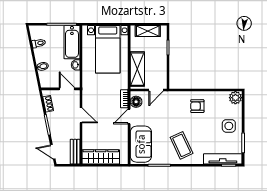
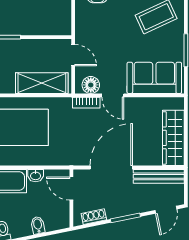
door: (67, 89) -> (71, 189), hinge flipped
door: (81, 115) -> (111, 168), width x1.88
bench: (75, 152) -> (159, 176), width x1.36

